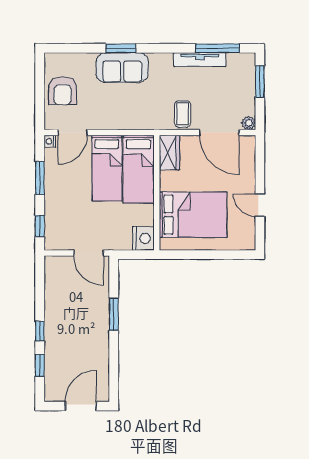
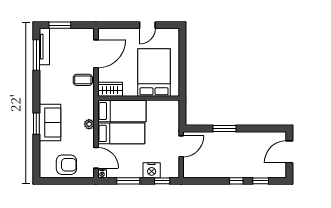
tv unit: (200, 60) -> (44, 47), moved
plant: (249, 123) -> (89, 124), moved
nightstand: (143, 238) -> (152, 170), moved, turned 180
door: (81, 406) -> (289, 152), hinge flipped

